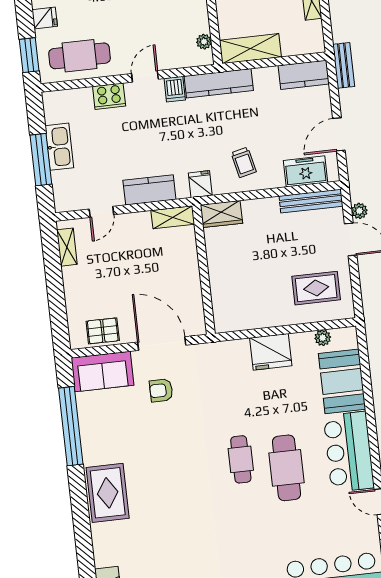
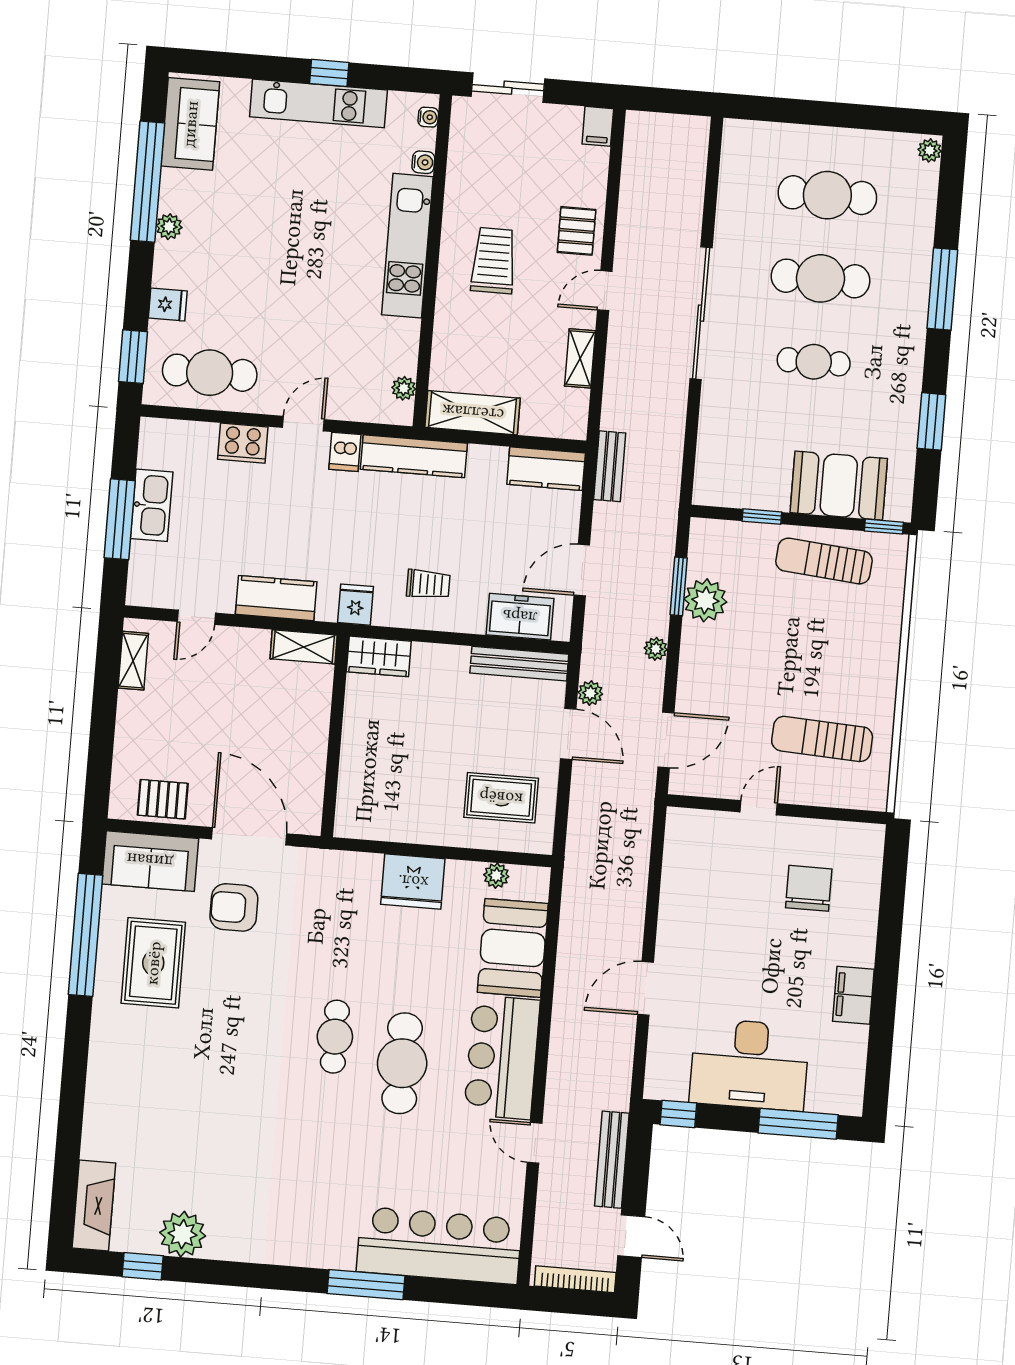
trolley: (244, 162) -> (428, 584), turned -77
armchair: (161, 390) -> (234, 907), width x1.38, depth x1.38
rug: (108, 493) -> (153, 963), moved

